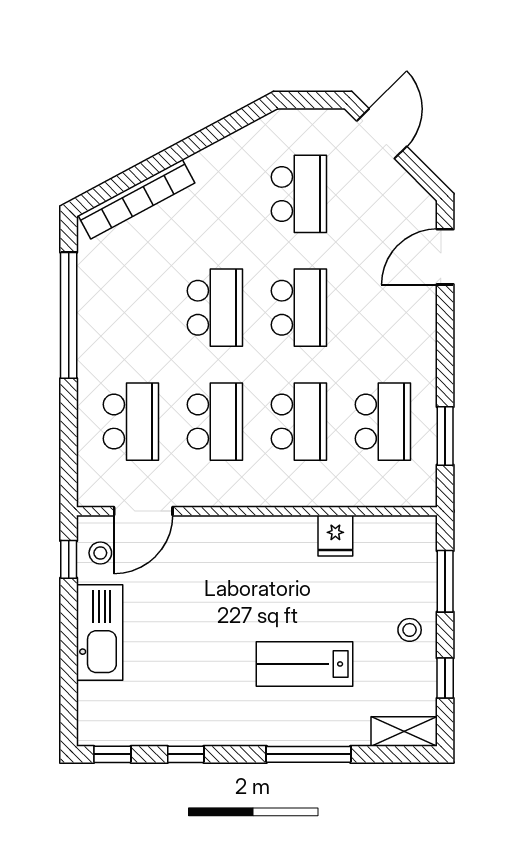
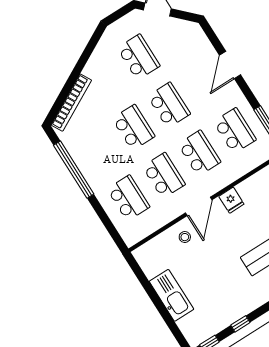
door: (445, 257) -> (230, 65), moved
door: (143, 511) -> (199, 206), moved
fridge: (335, 536) -> (231, 200), moved
stool: (100, 553) -> (185, 237), moved
window: (69, 559) -> (139, 273), removed

